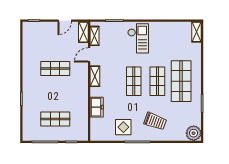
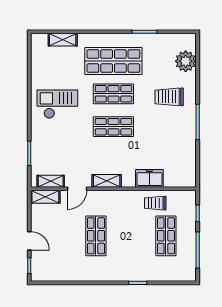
door: (65, 21) -> (29, 241), moved
shelving: (196, 32) -> (63, 40), moved
checkout: (138, 38) -> (57, 104), moved
door: (89, 55) -> (77, 189), hinge flipped
trolley: (79, 111) -> (155, 203), added
trolley: (155, 121) -> (169, 97), turned -110
display table: (123, 127) -> (177, 141), removed
plant: (194, 133) -> (186, 61), moved

